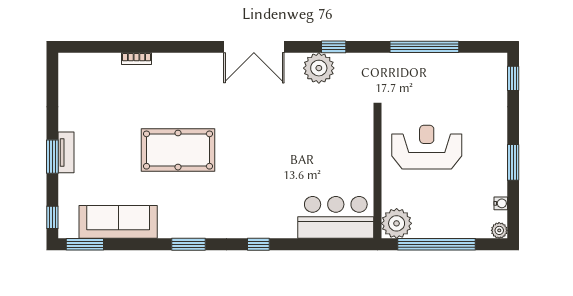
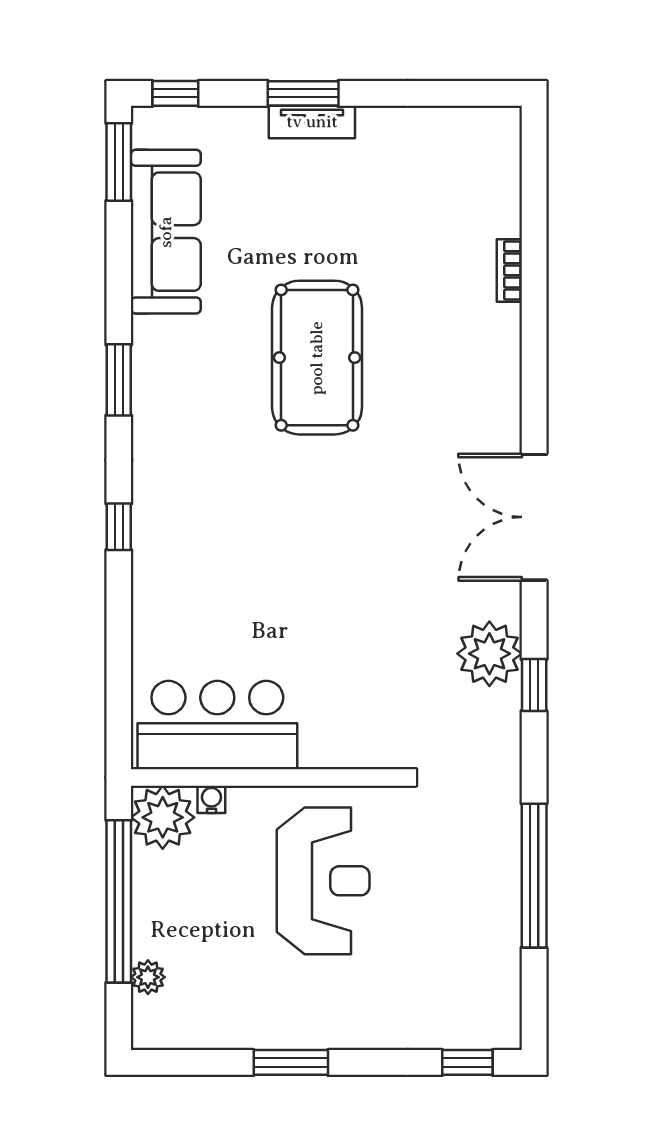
water cooler: (501, 203) -> (211, 799), moved, turned 180
bar counter: (336, 217) -> (217, 725), moved, turned -90
plant: (499, 230) -> (148, 977), moved

